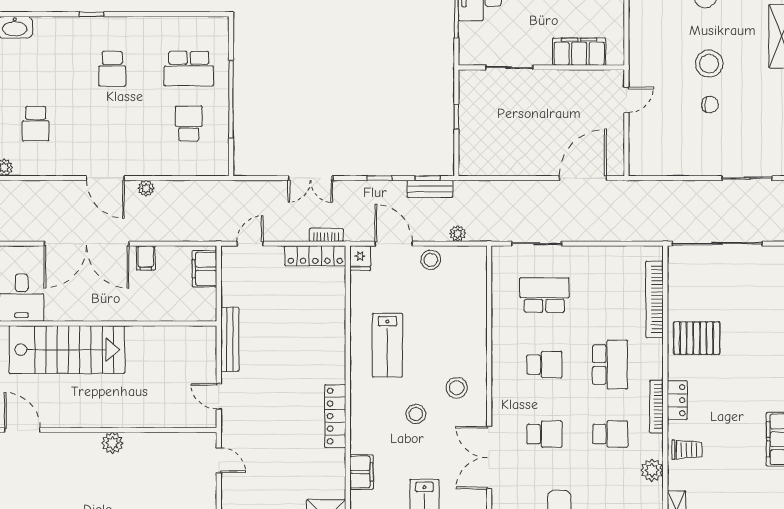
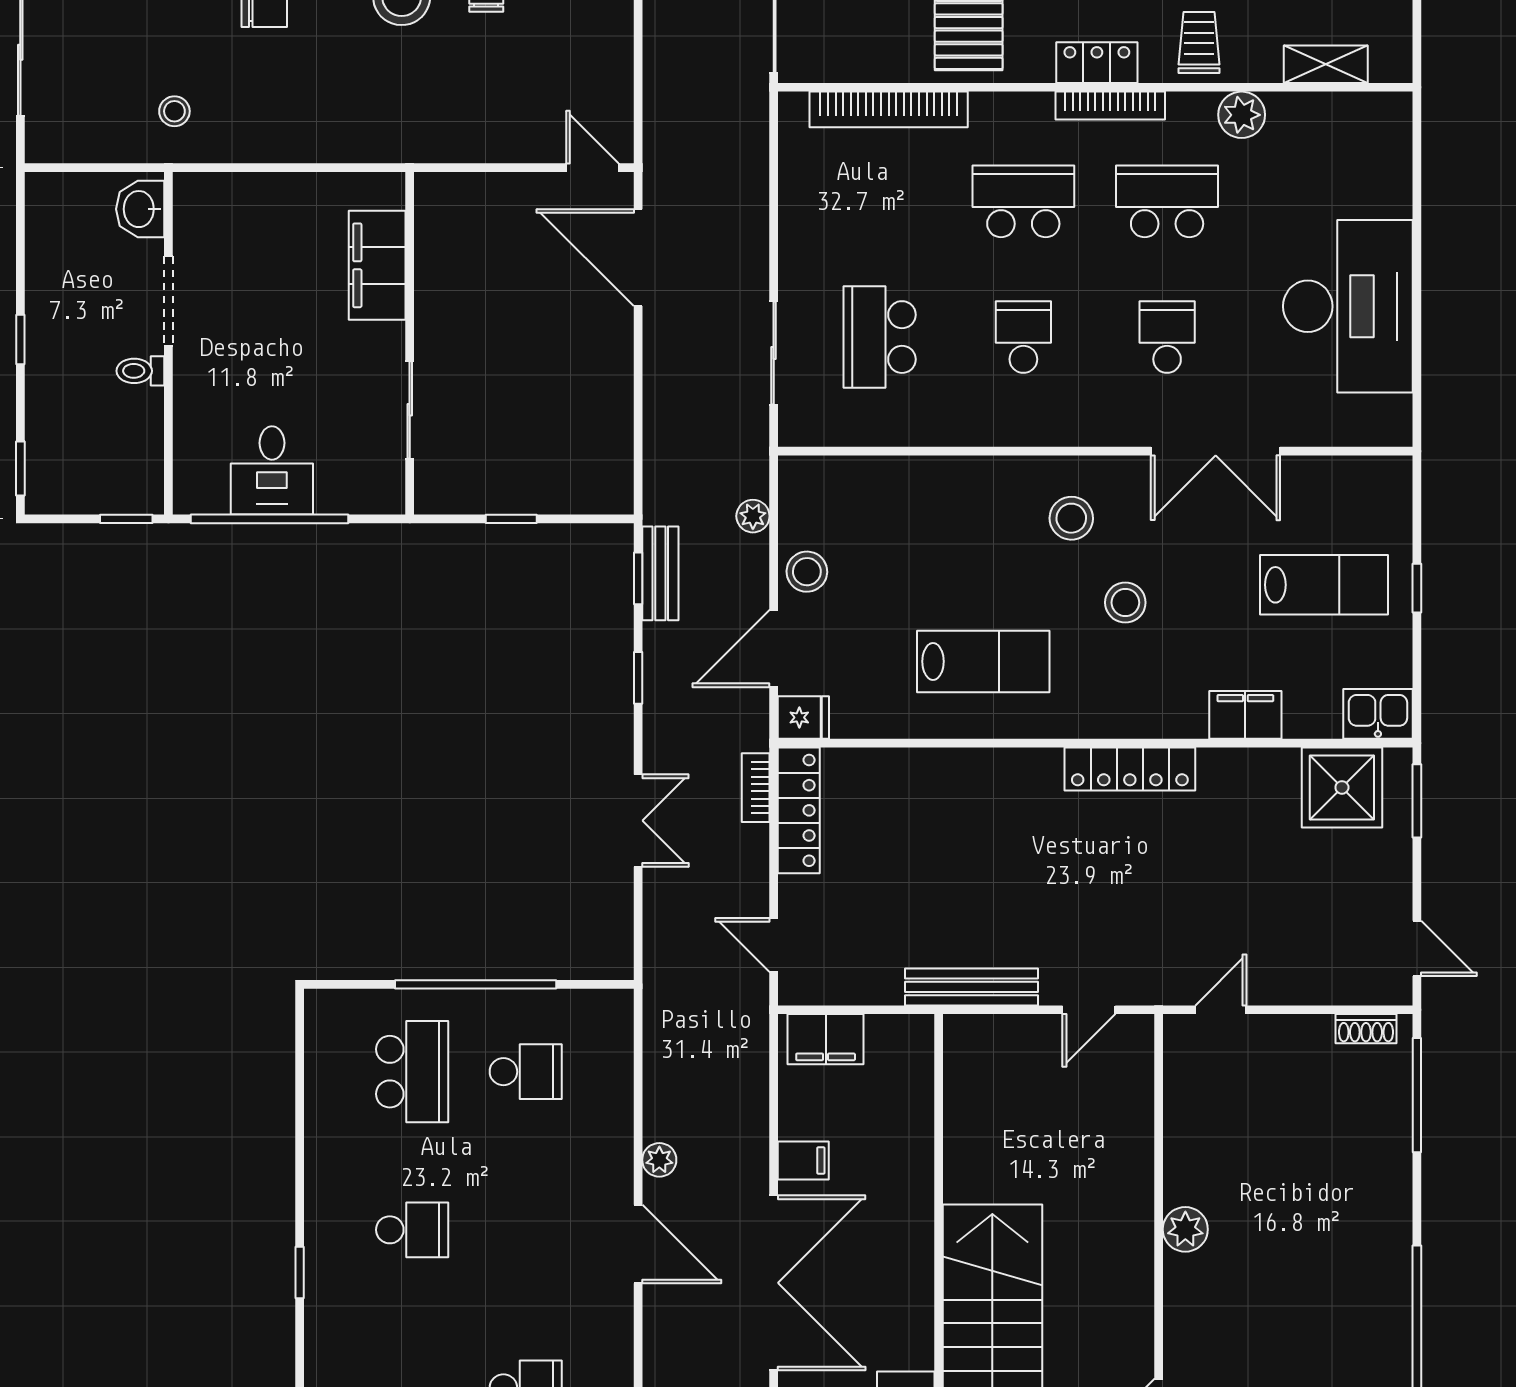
door: (626, 100) -> (592, 168), moved
school desk: (189, 124) -> (526, 1072), turned 180
door: (105, 178) -> (638, 1244), hinge flipped
school desk: (610, 434) -> (1167, 201), width x1.85

